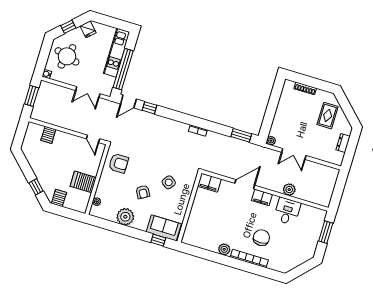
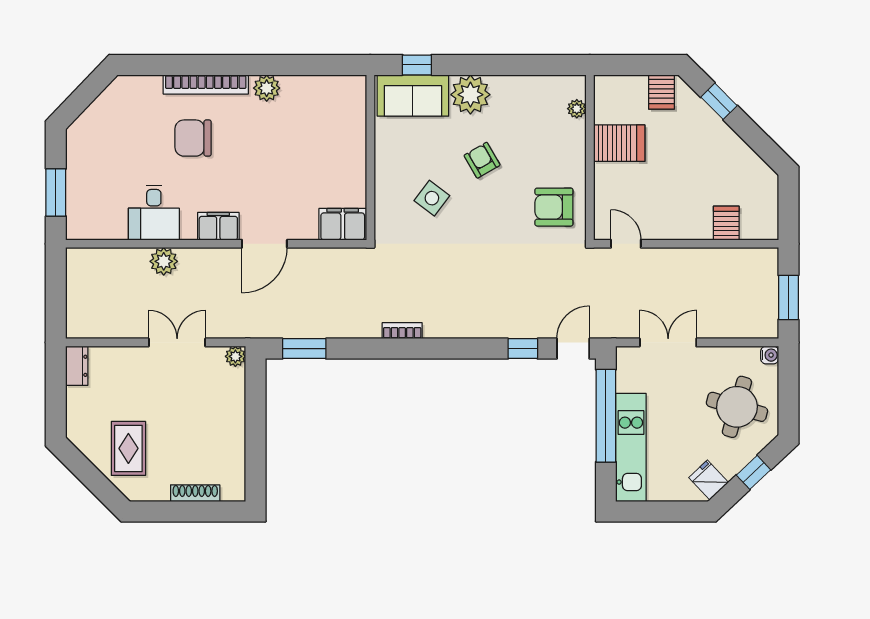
dresser: (343, 143) -> (77, 366), moved
plant: (125, 217) -> (470, 95), moved
chair: (261, 238) -> (193, 138), turned 90

